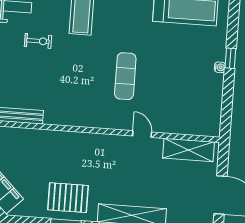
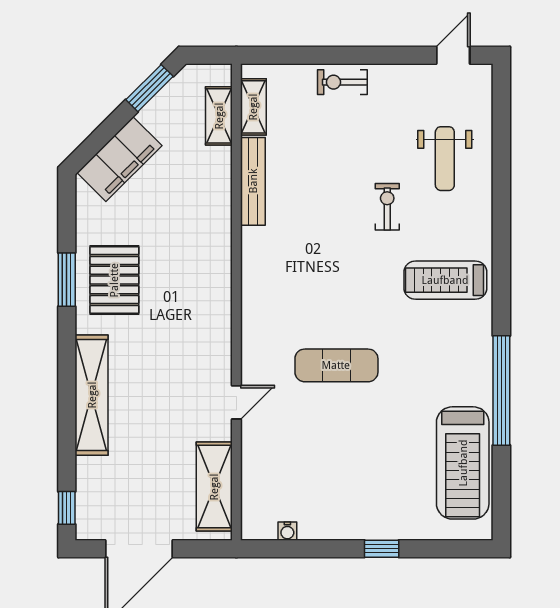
exercise bike: (38, 41) -> (387, 207), turned 180
water cooler: (220, 67) -> (287, 531), moved

